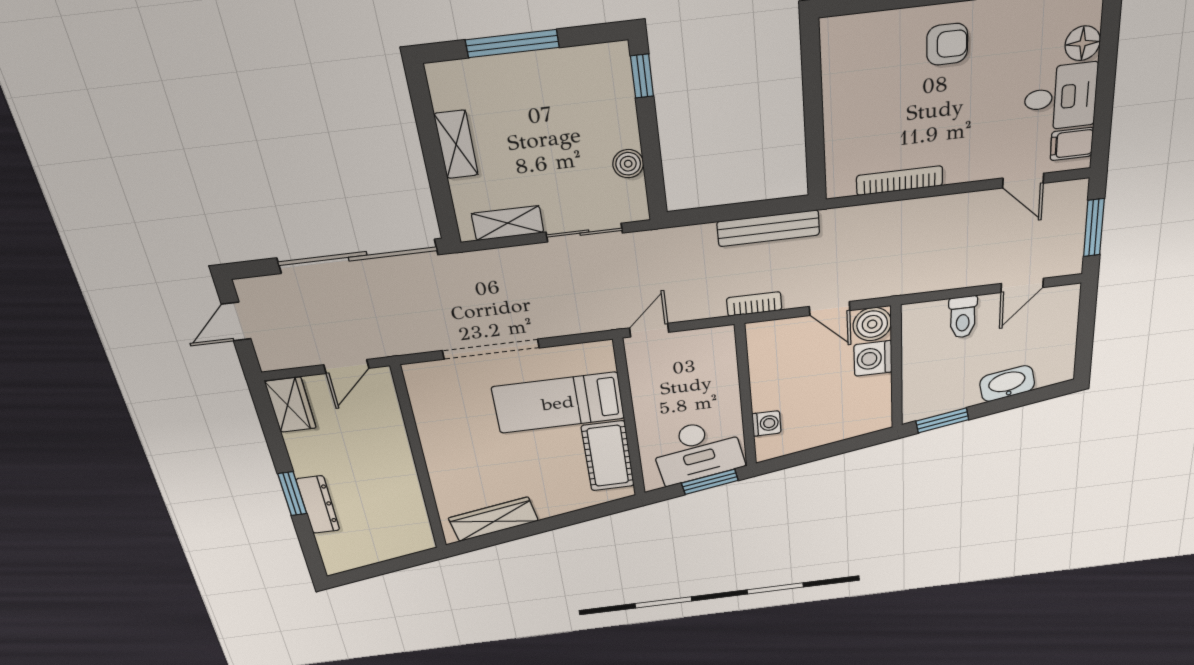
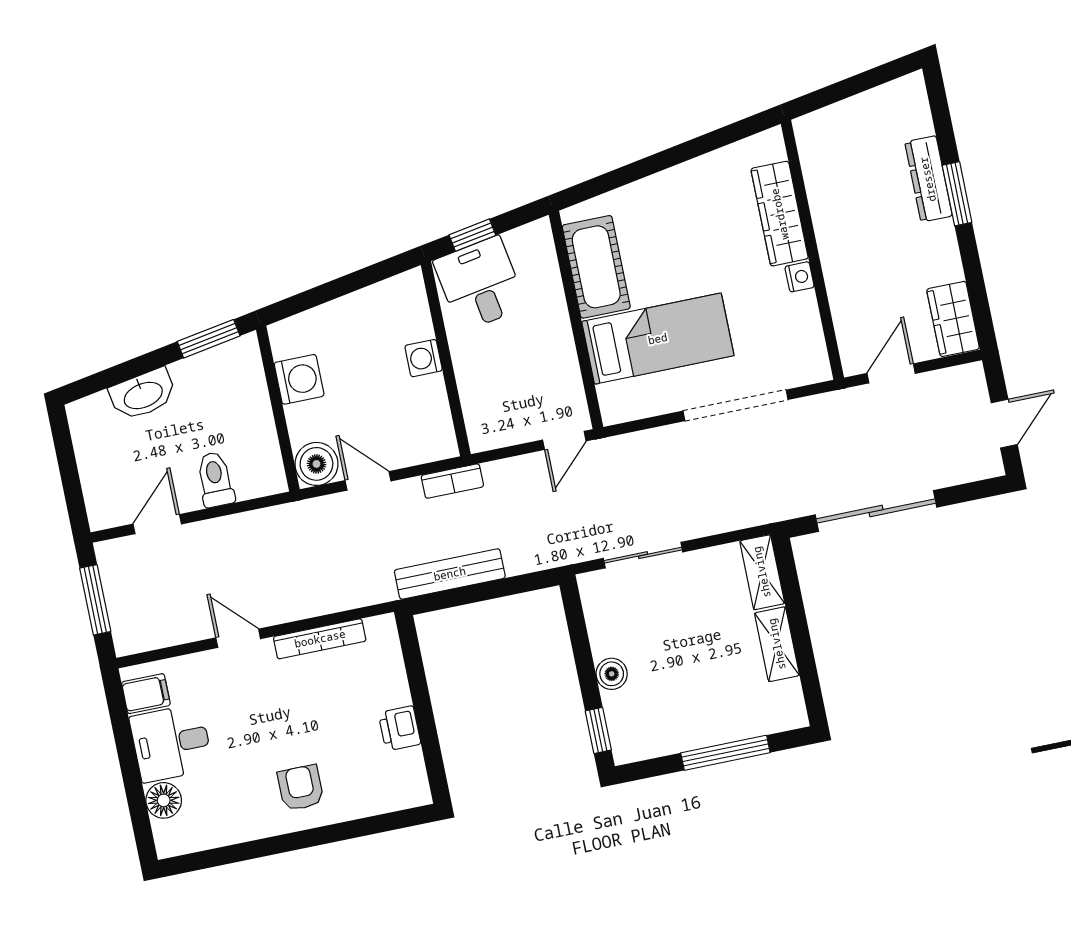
armchair: (947, 44) -> (301, 788), turned 90
printer: (839, 94) -> (400, 728), added
boiler: (628, 164) -> (612, 674), moved
door: (1023, 181) -> (238, 638), moved
shelving: (508, 223) -> (762, 572), moved, turned 90
sliding door: (358, 256) -> (876, 511), width x0.73
washing machine: (873, 358) -> (299, 379), moved
washing machine: (766, 423) -> (424, 358), moved
nightstand: (431, 442) -> (800, 277), added
desk: (697, 451) -> (480, 284), width x0.73
window: (710, 482) -> (472, 235), width x0.67
wardrobe: (494, 519) -> (780, 214), moved, turned 100

